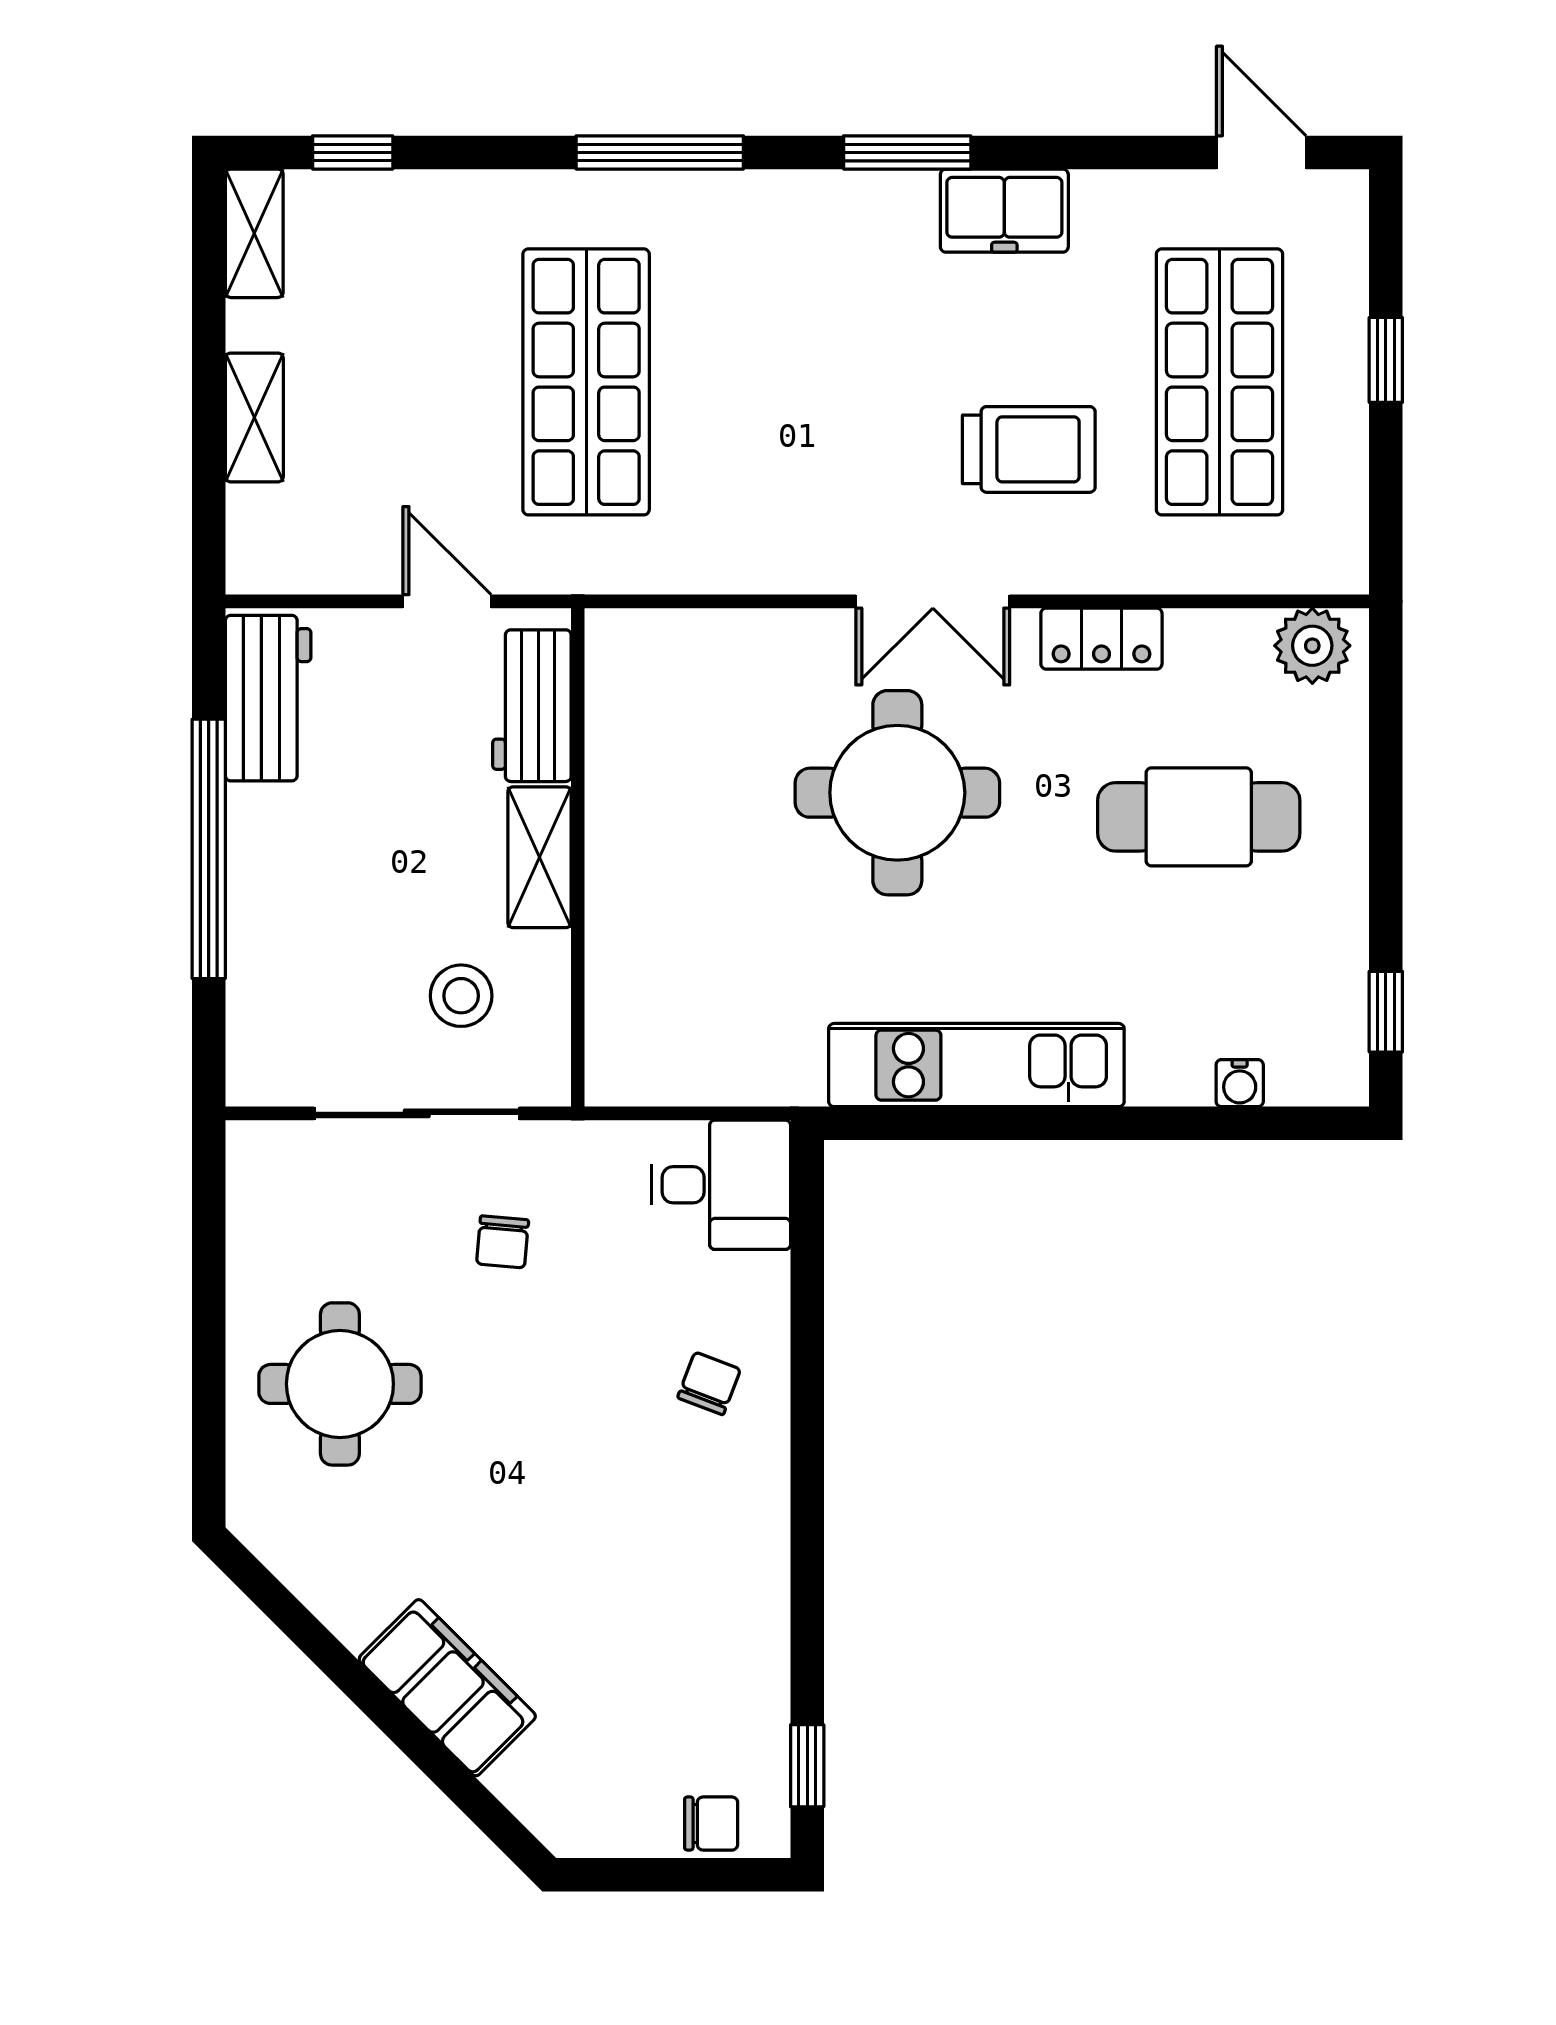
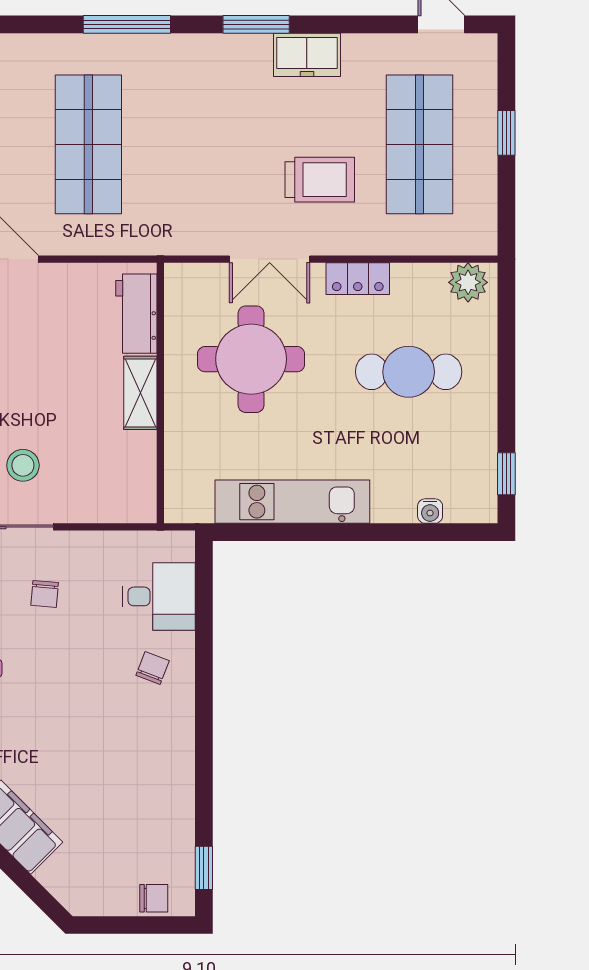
workbench: (532, 706) -> (136, 314), moved
shelving: (539, 857) -> (140, 393), moved
wall: (578, 857) -> (160, 393), moved
desk: (721, 1185) -> (159, 596), moved

